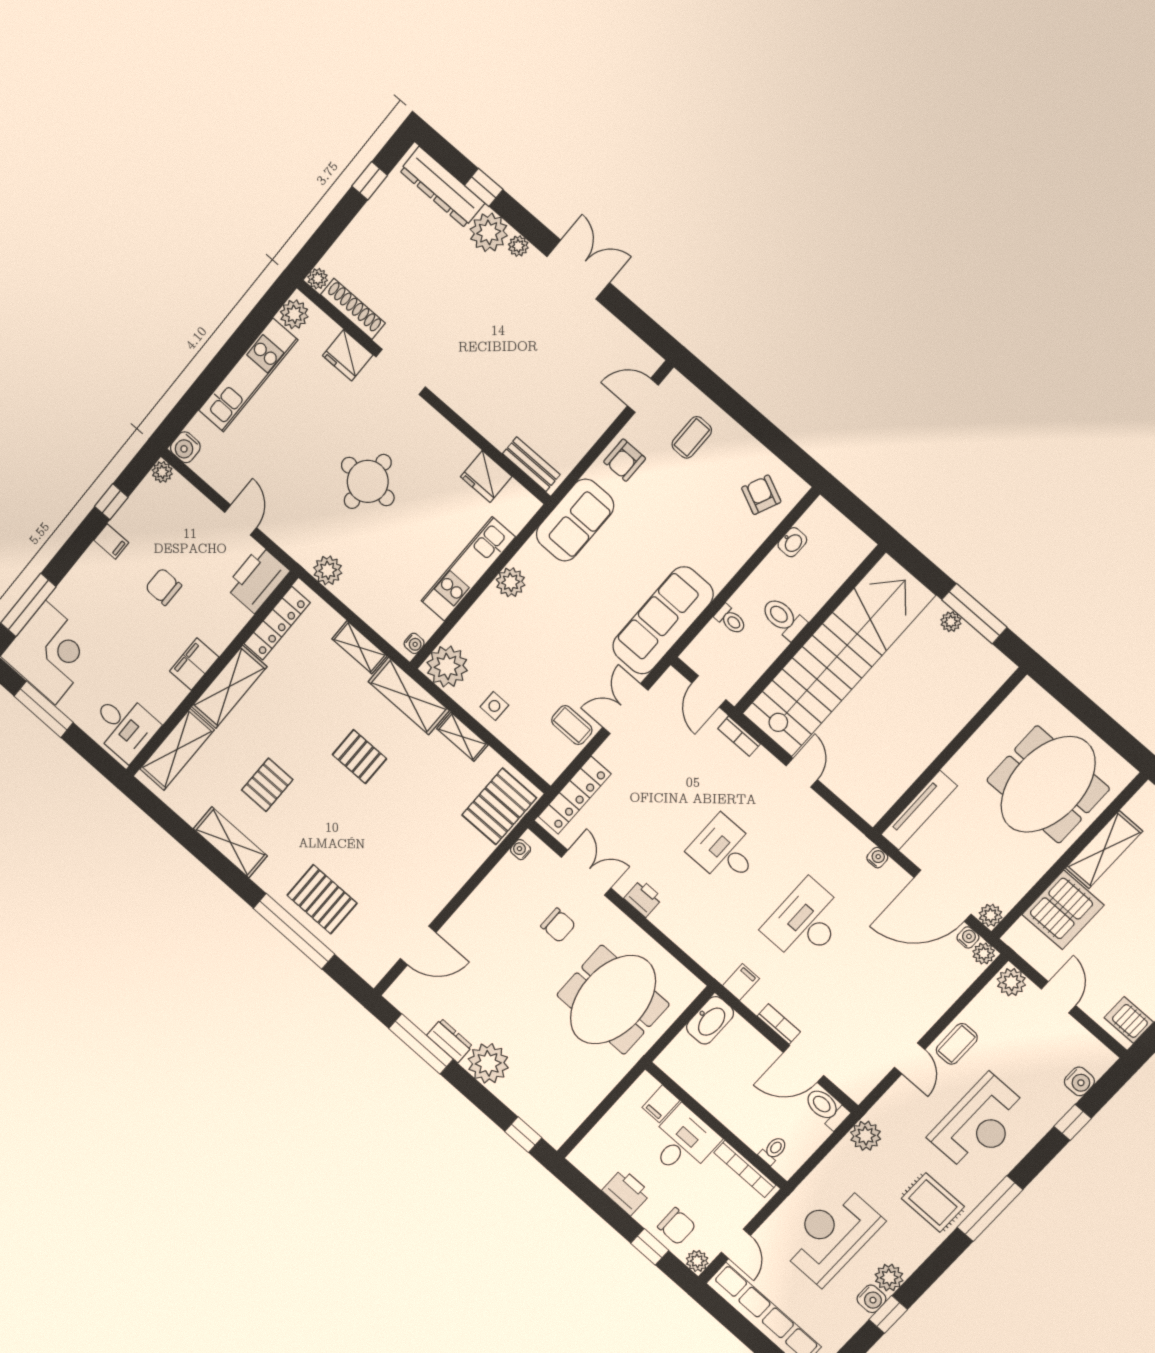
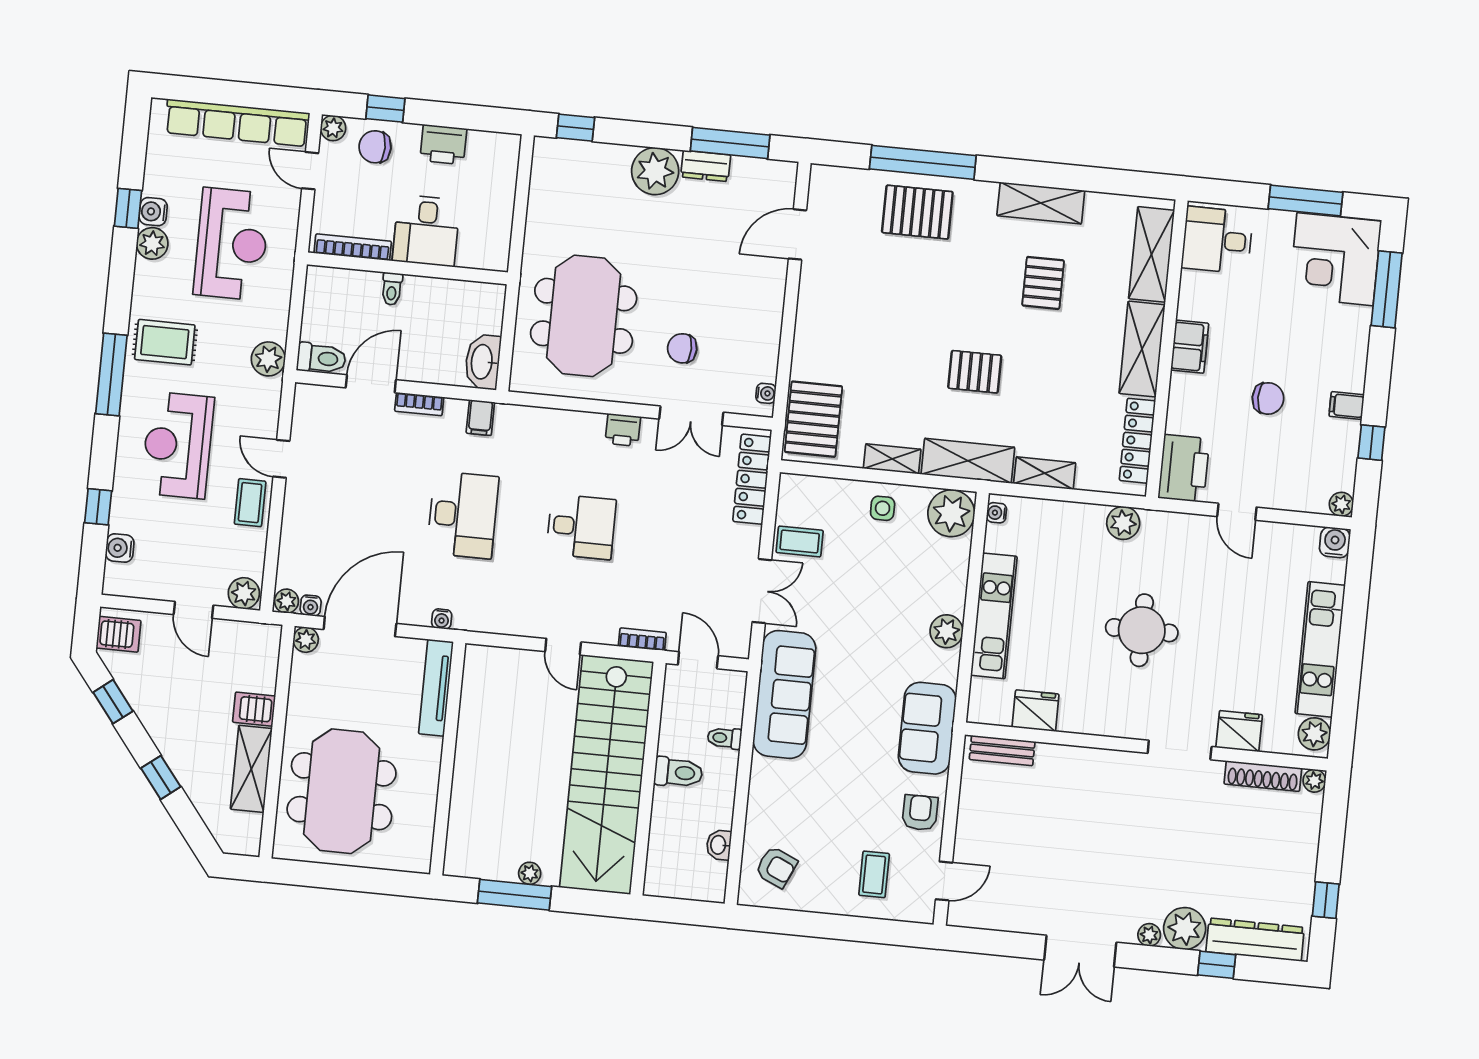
server rack: (1063, 910) -> (254, 709), width x0.46, depth x0.70
filing cabinet: (661, 1104) -> (471, 251), removed
toilet: (773, 1150) -> (392, 289), moved

